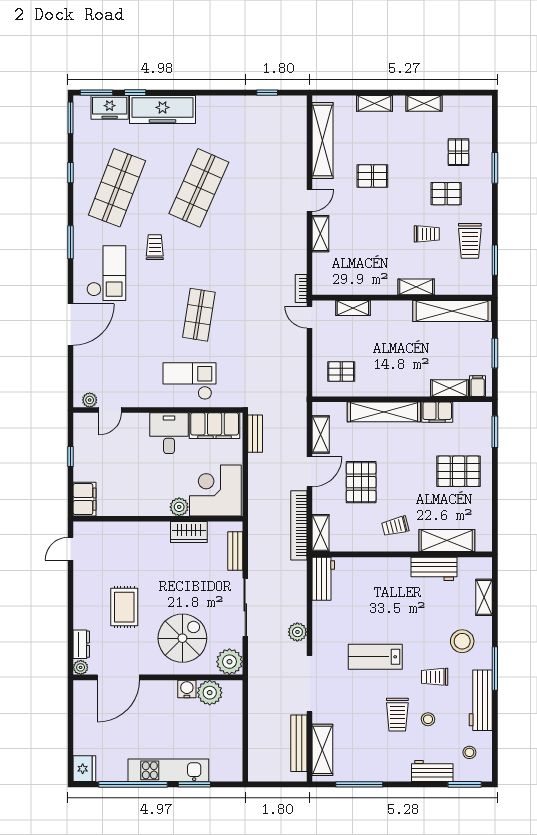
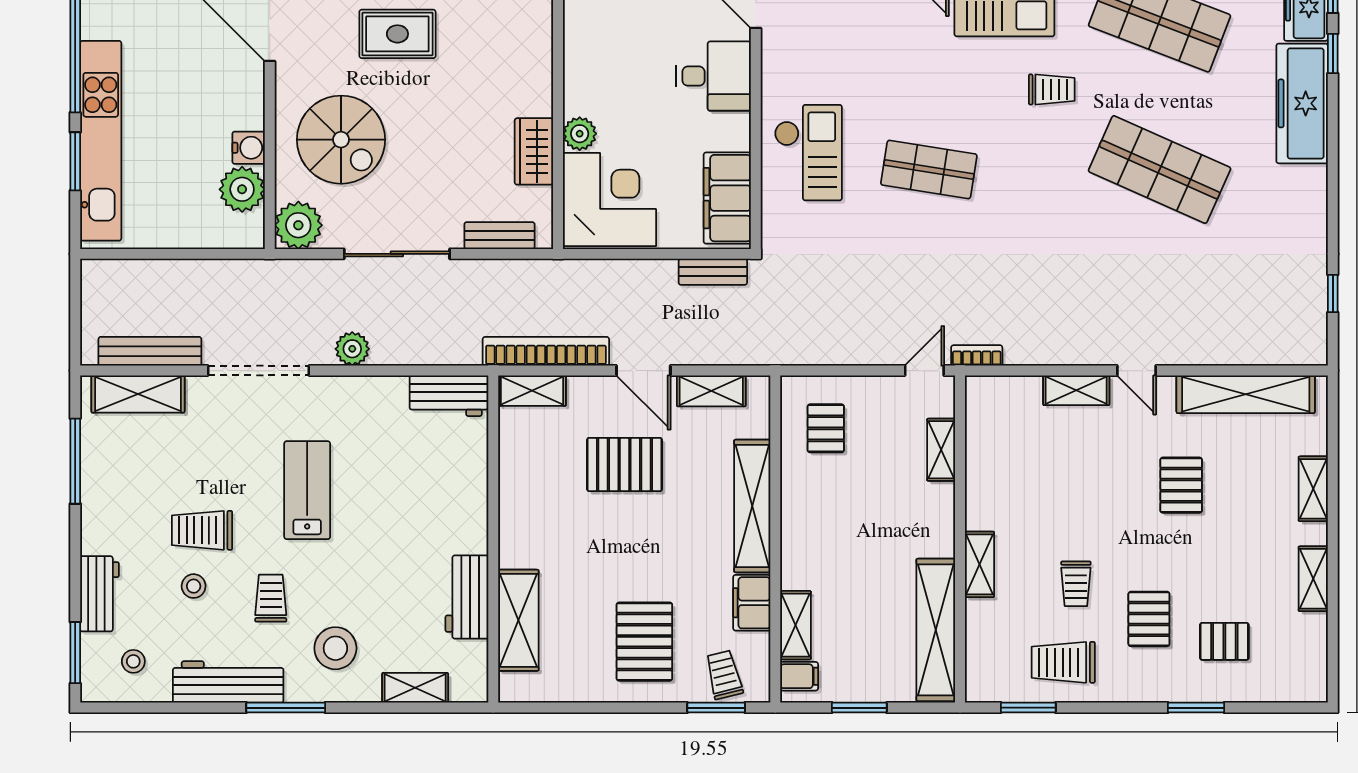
desk: (169, 433) -> (714, 76), moved
trolley: (395, 526) -> (724, 675), moved
kitchen unit: (168, 770) -> (101, 141), width x1.36

